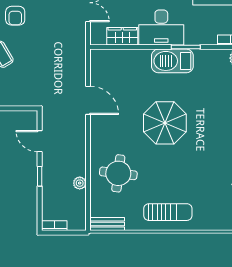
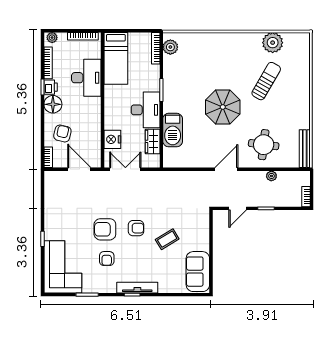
barbecue: (172, 61) -> (173, 130), moved
door: (88, 100) -> (226, 169), moved
sun lounger: (168, 212) -> (266, 81), moved, turned 30
bench: (107, 224) -> (305, 149), width x1.36

